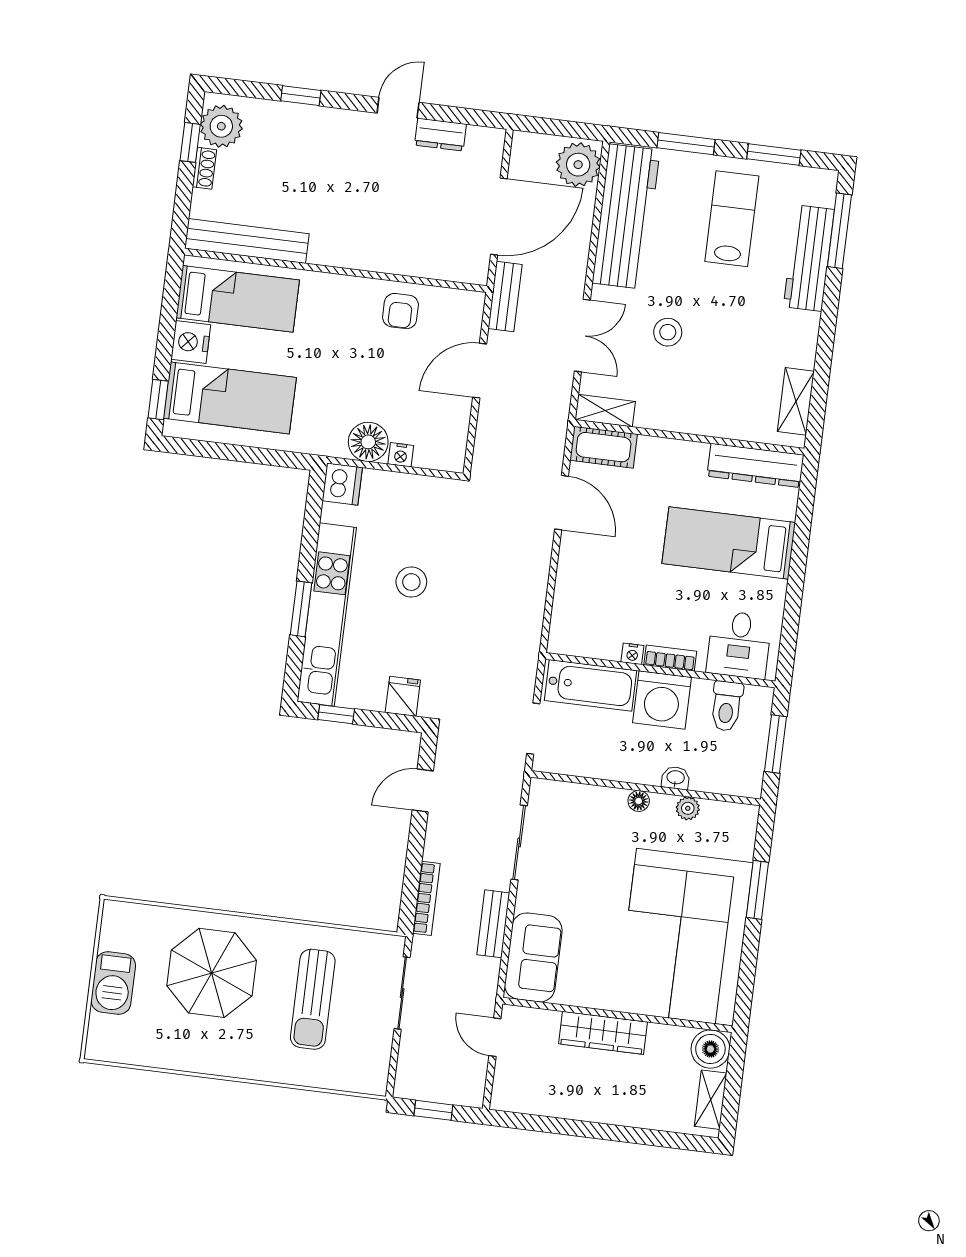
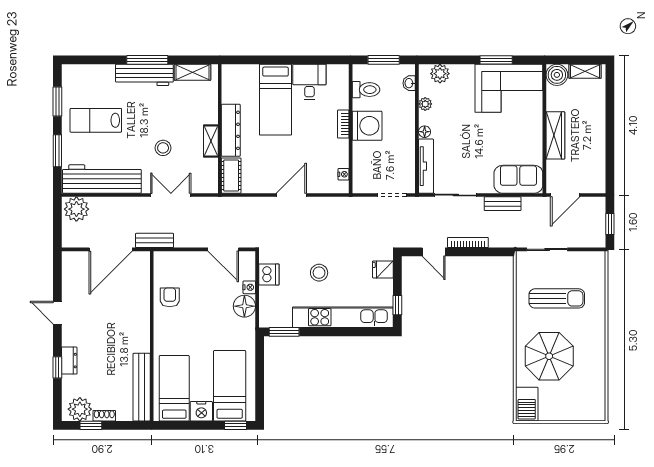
dresser: (440, 135) -> (69, 361), moved
door: (499, 216) -> (111, 249), swing flipped
window: (839, 231) -> (147, 60), moved
workbench: (809, 258) -> (144, 75), moved
armchair: (400, 311) -> (170, 297), turned -90
door: (480, 371) -> (223, 249), moved
shelving: (605, 411) -> (211, 141), moved
dresser: (755, 465) -> (231, 130), moved
dishwasher: (342, 484) -> (269, 274), moved, turned 90
door: (561, 503) -> (291, 195), moved
window: (301, 609) -> (284, 332), moved
desk: (739, 645) -> (309, 82), moved, turned -90
nightstand: (632, 654) -> (343, 174), moved
bathtub: (590, 685) -> (364, 166), removed
washbasin: (676, 778) -> (409, 83), moved
tv unit: (577, 796) -> (426, 166), added
plant: (739, 841) -> (440, 74), added
window: (757, 890) -> (496, 60), moved
bookcase: (426, 898) -> (468, 243), moved
corner sofa: (685, 937) -> (509, 88), width x0.73, depth x0.74
barbecue: (113, 983) -> (527, 404), moved, turned 90
door: (495, 1037) -> (565, 195), width x1.38

